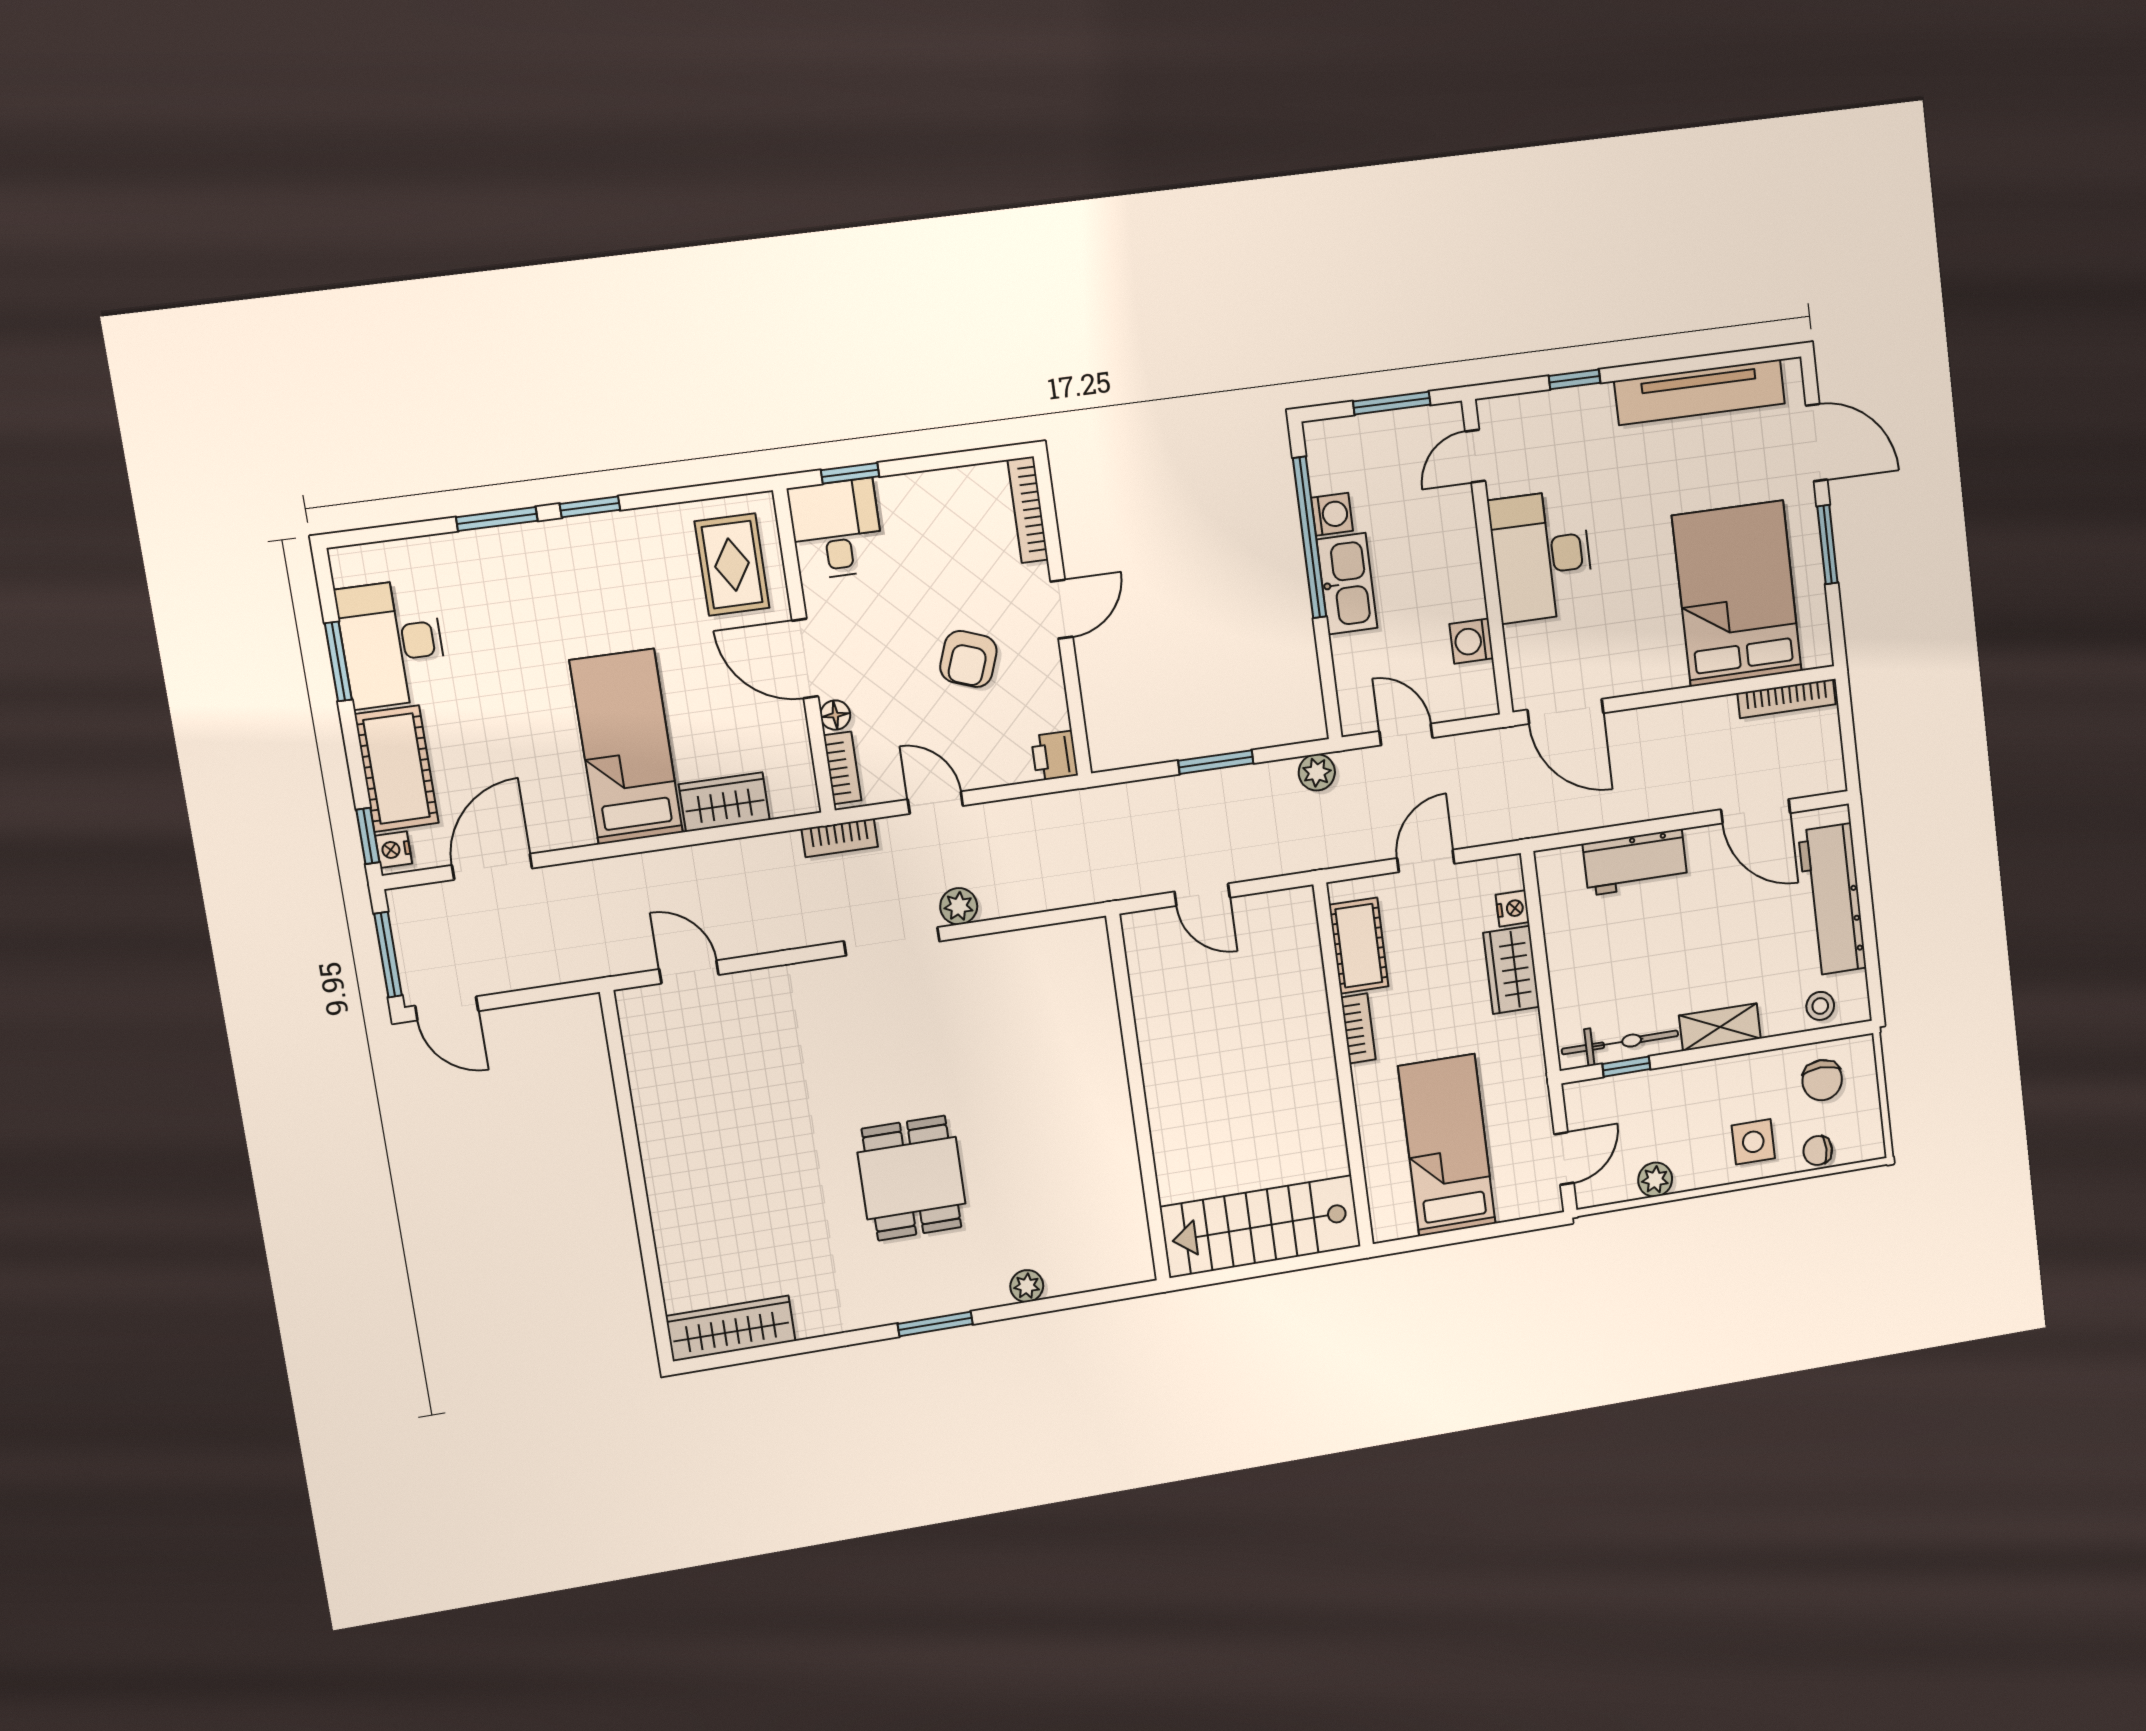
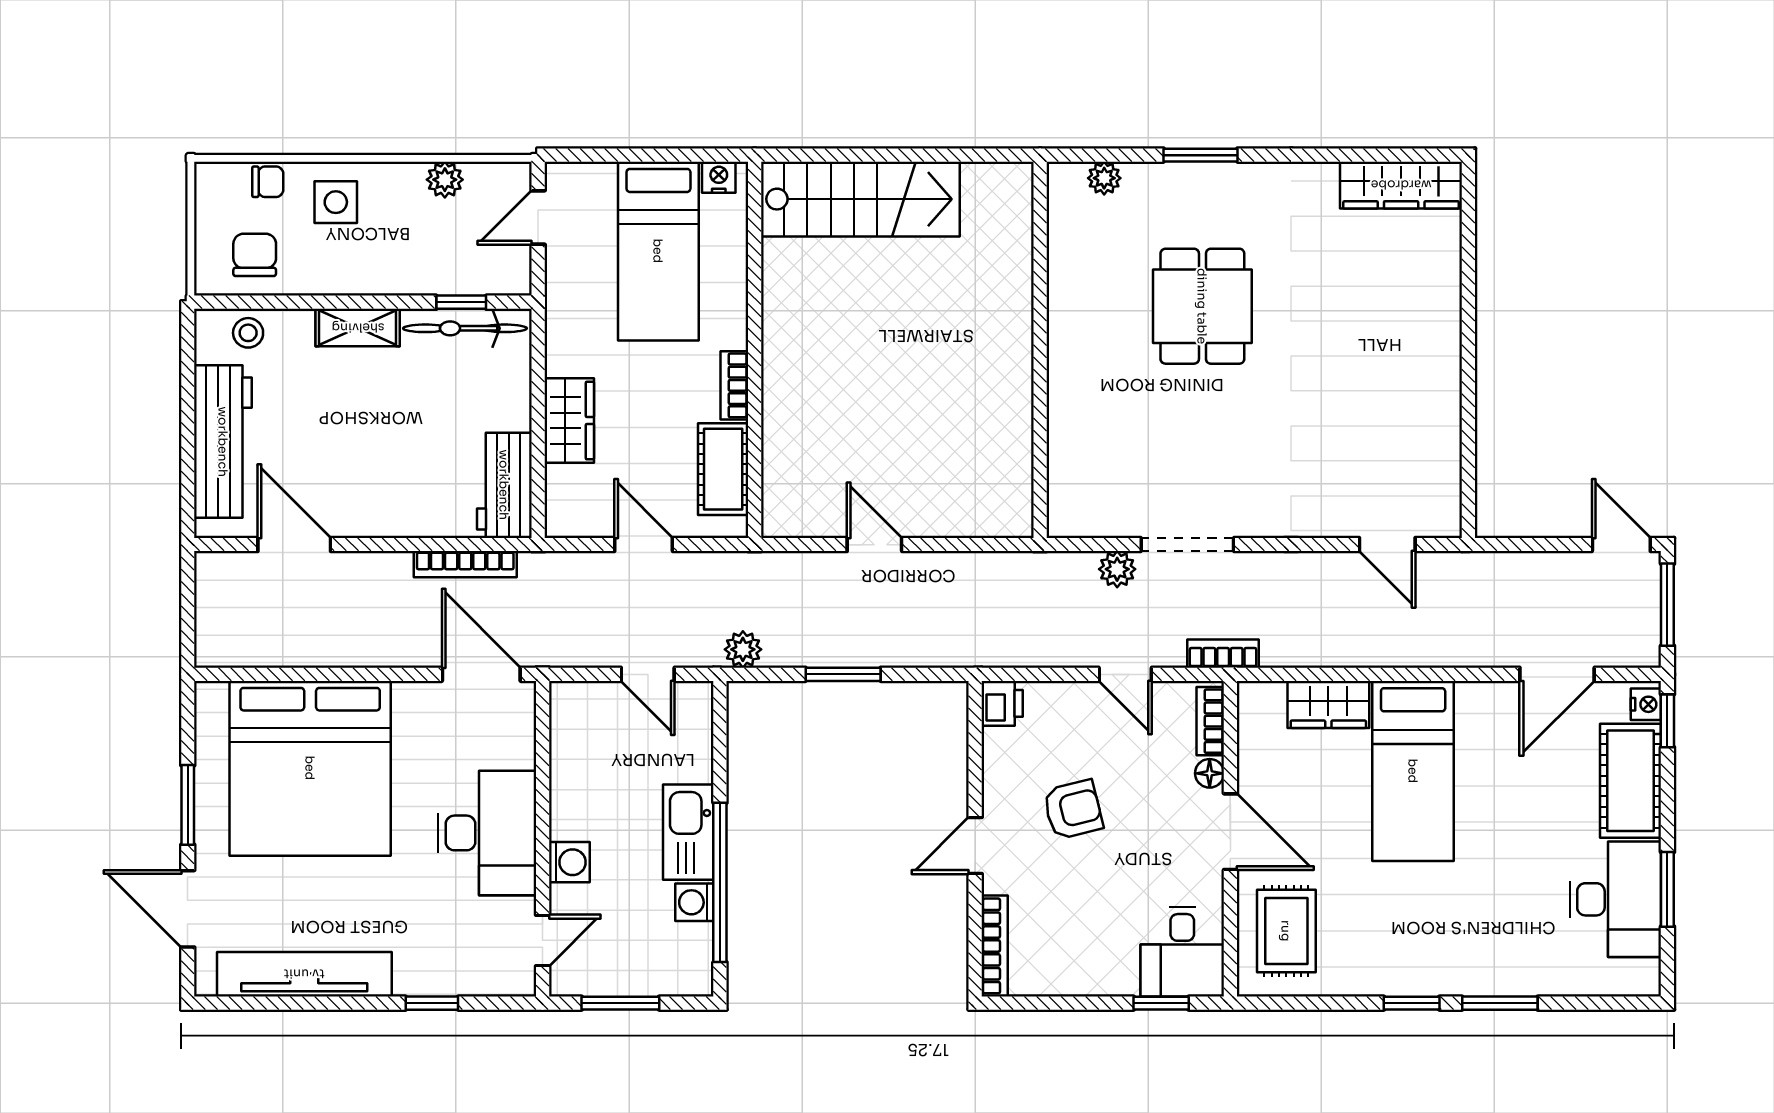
bed: (1737, 594) -> (310, 768), width x1.36
washing machine: (1471, 641) -> (569, 862), moved
armchair: (968, 659) -> (1073, 810), turned 56
bookcase: (1787, 699) -> (465, 564), moved, turned 180
door: (1426, 861) -> (644, 545), swing flipped
workbench: (1635, 862) -> (504, 485), moved, turned -90
nightstand: (1512, 909) -> (719, 177), moved, turned 90
wall: (1138, 1098) -> (1040, 350), moved

